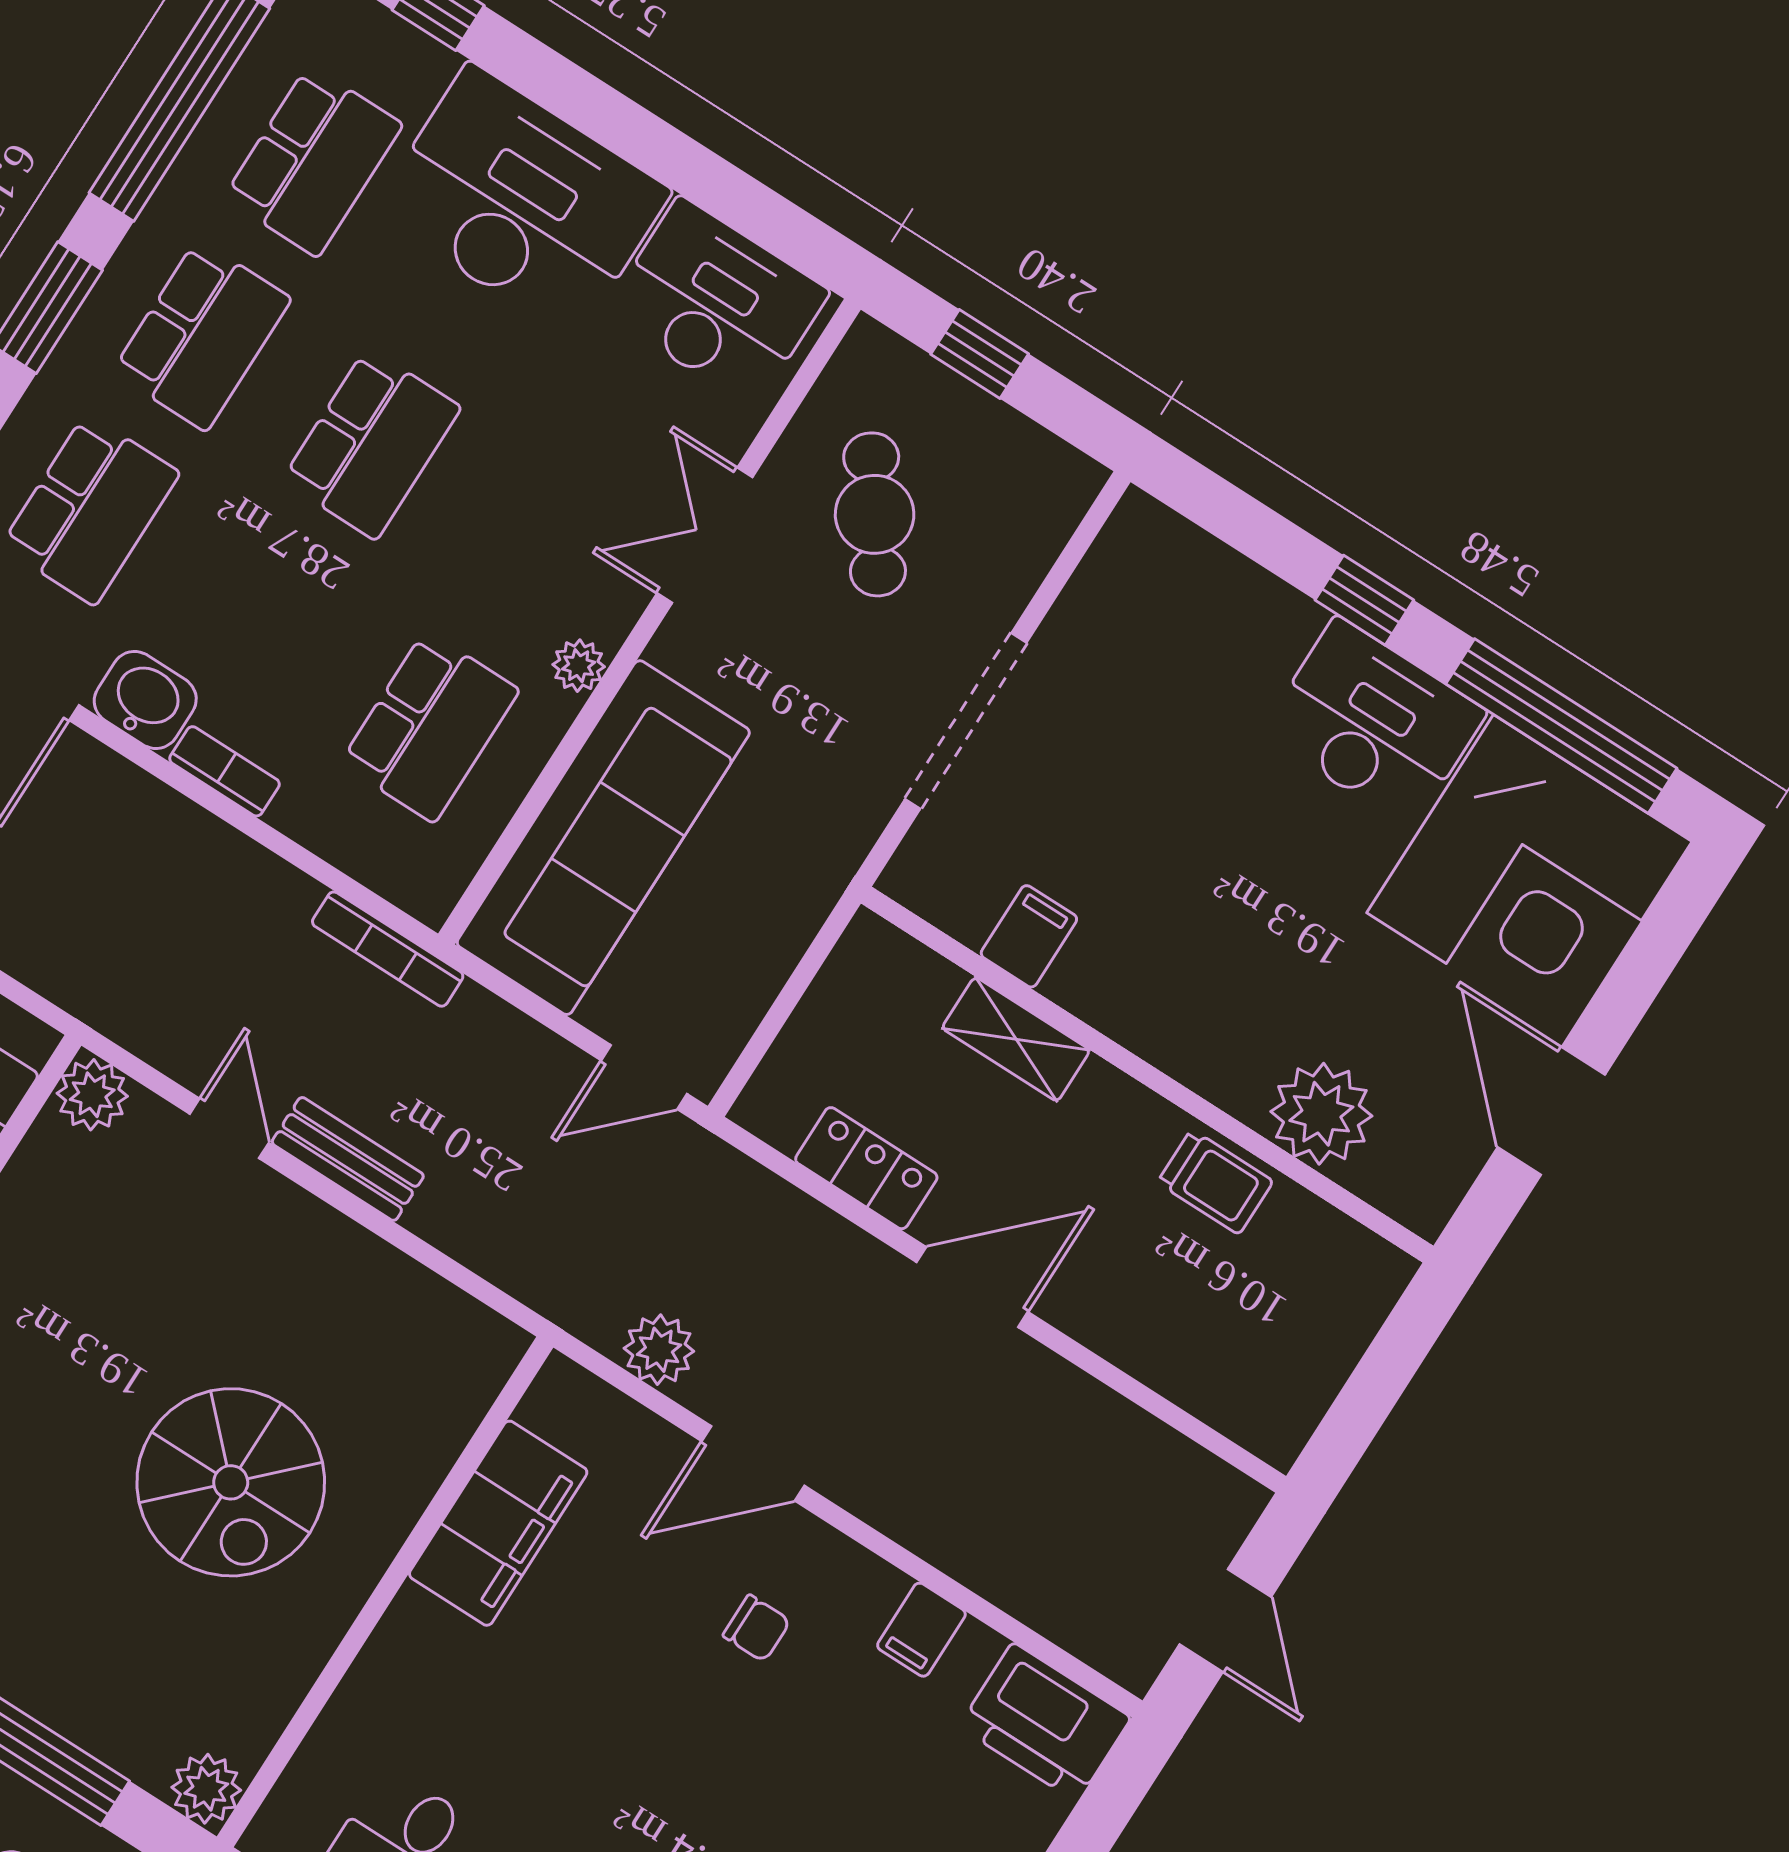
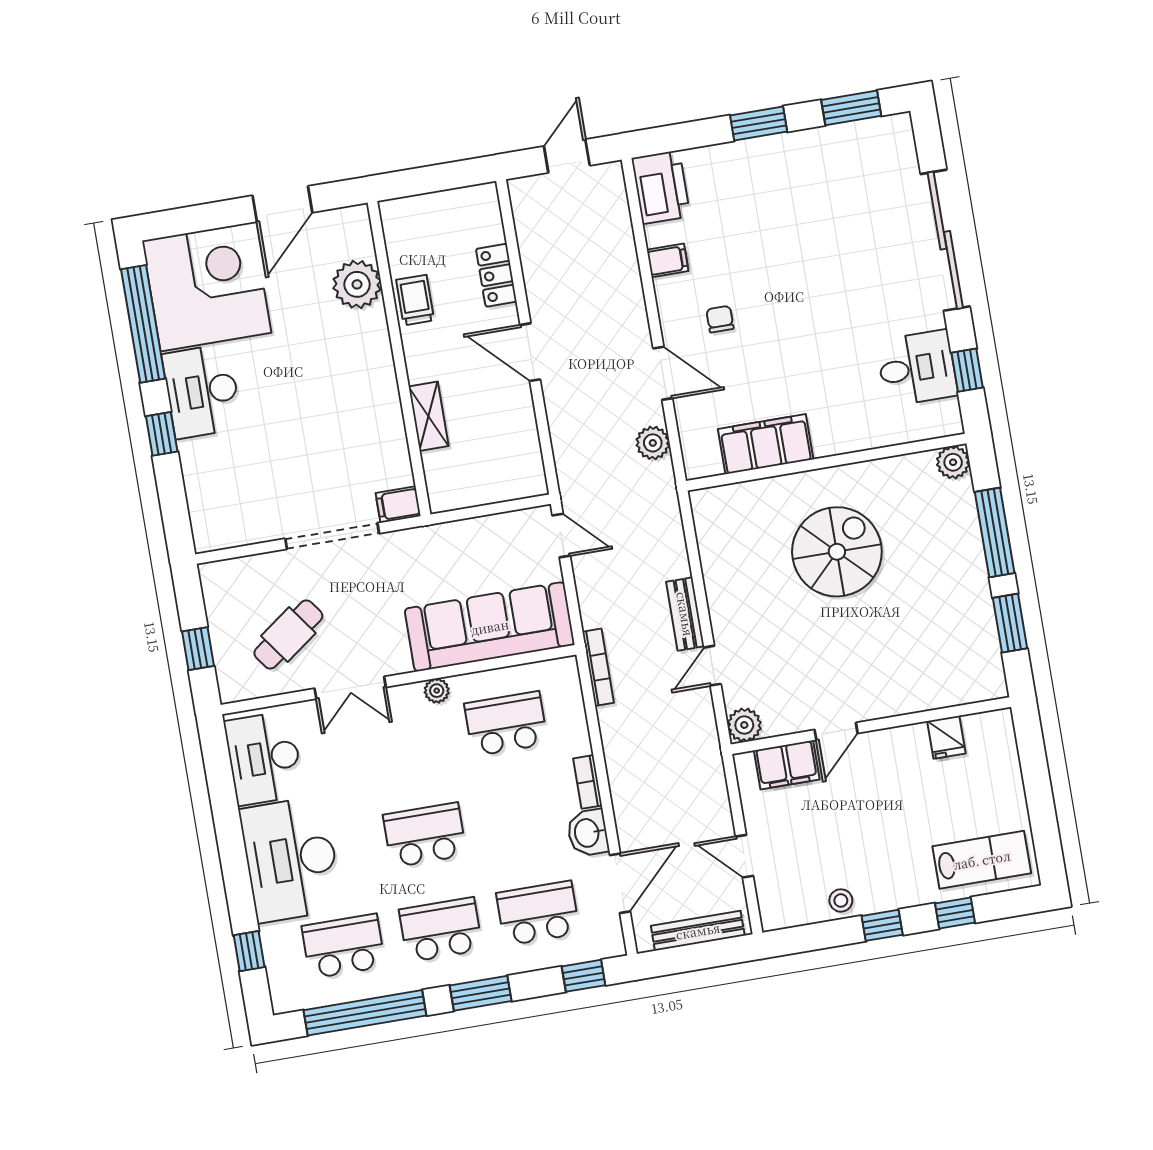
filing cabinet: (1029, 936) -> (398, 505), moved
locker: (866, 1168) -> (496, 275), moved

